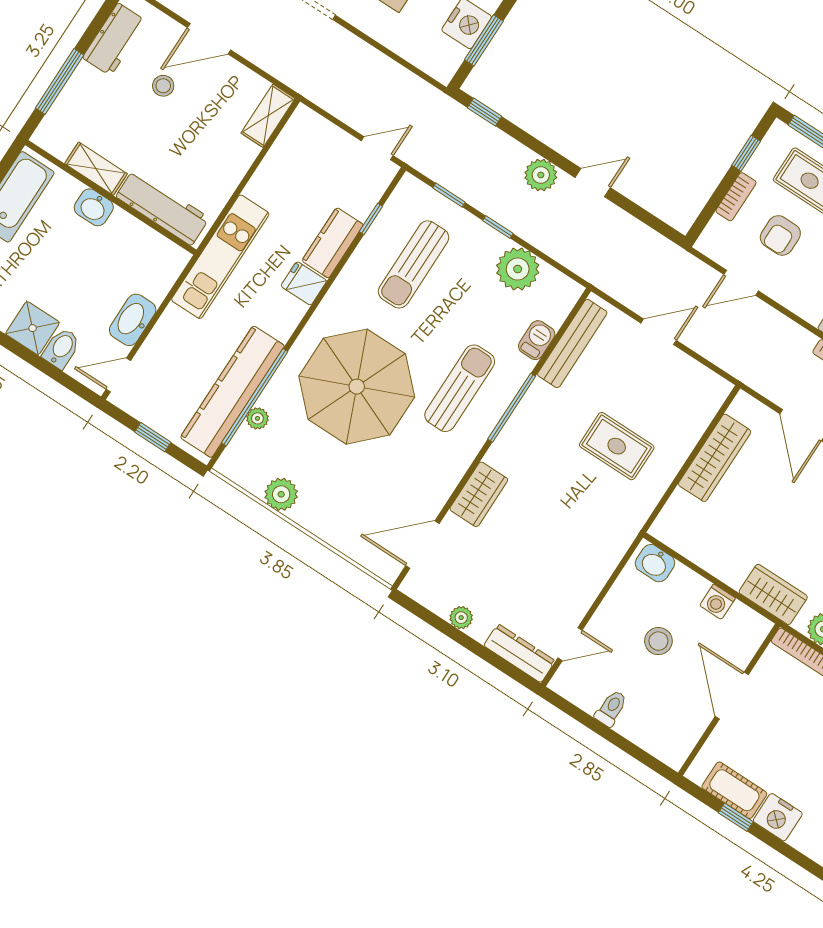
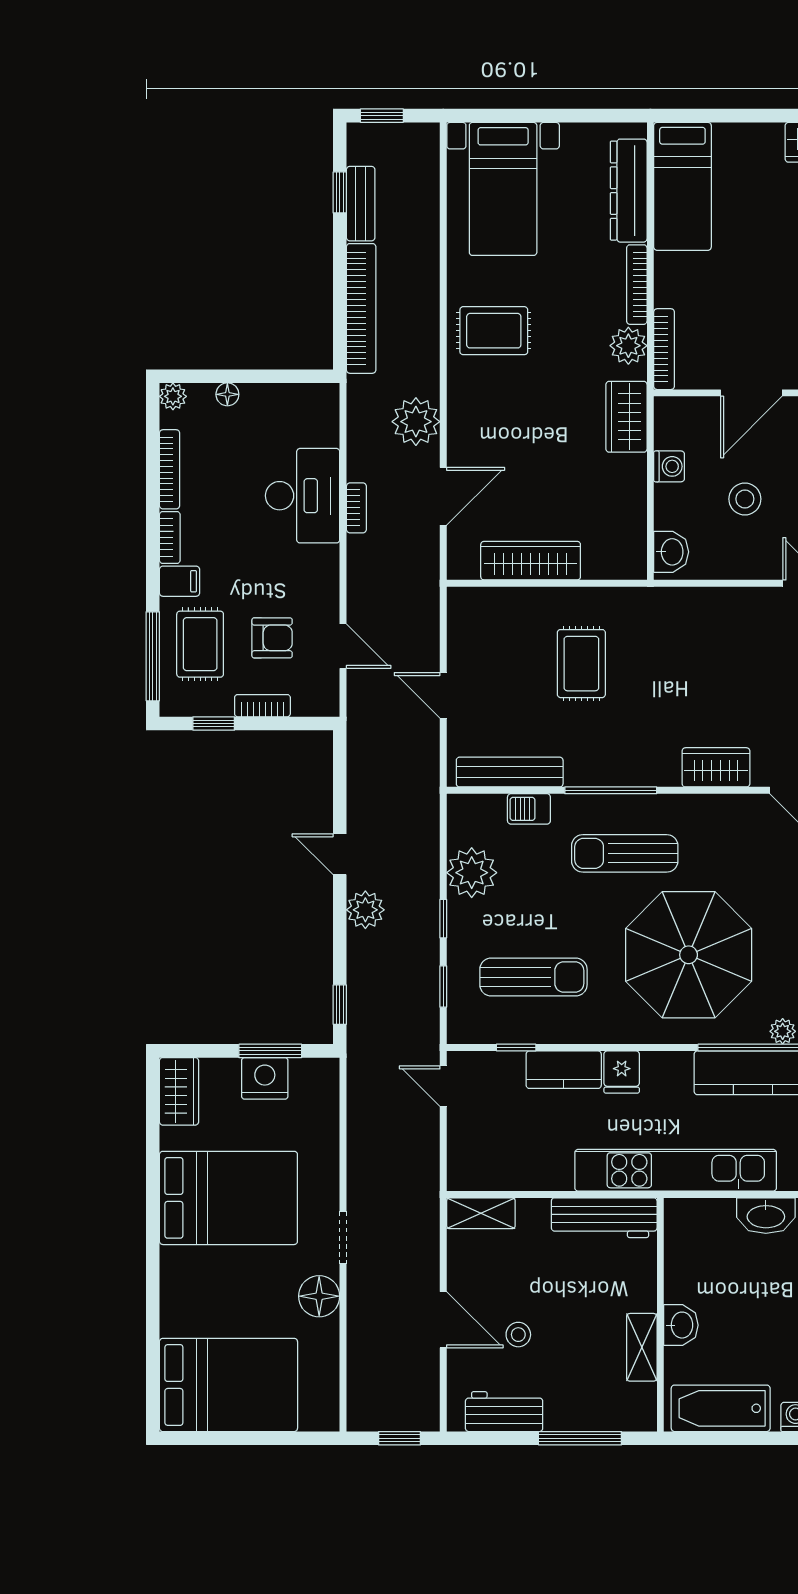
workbench: (163, 207) -> (604, 1218), moved, turned -90
kitchen unit: (220, 257) -> (676, 1170), width x1.36

